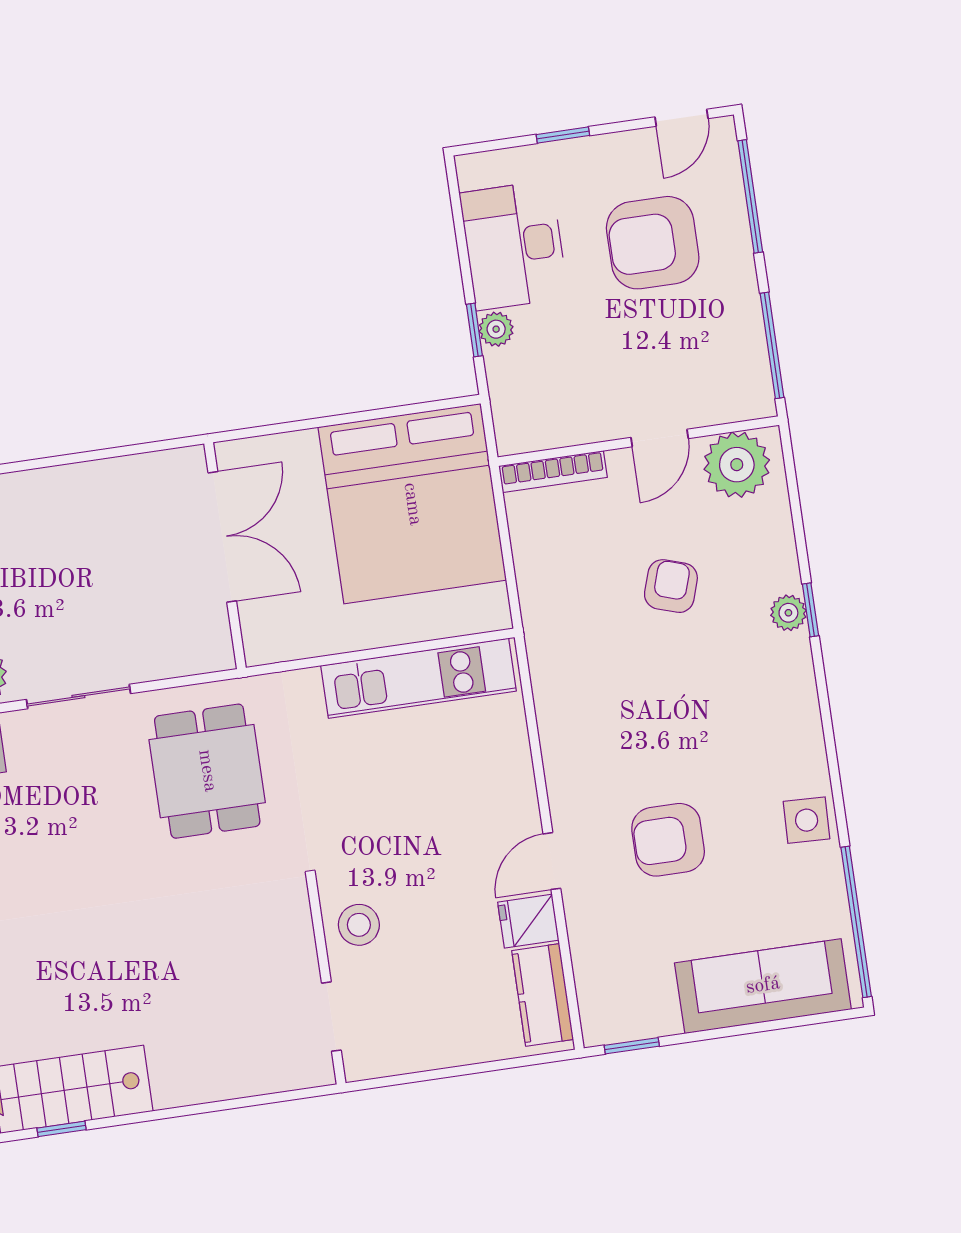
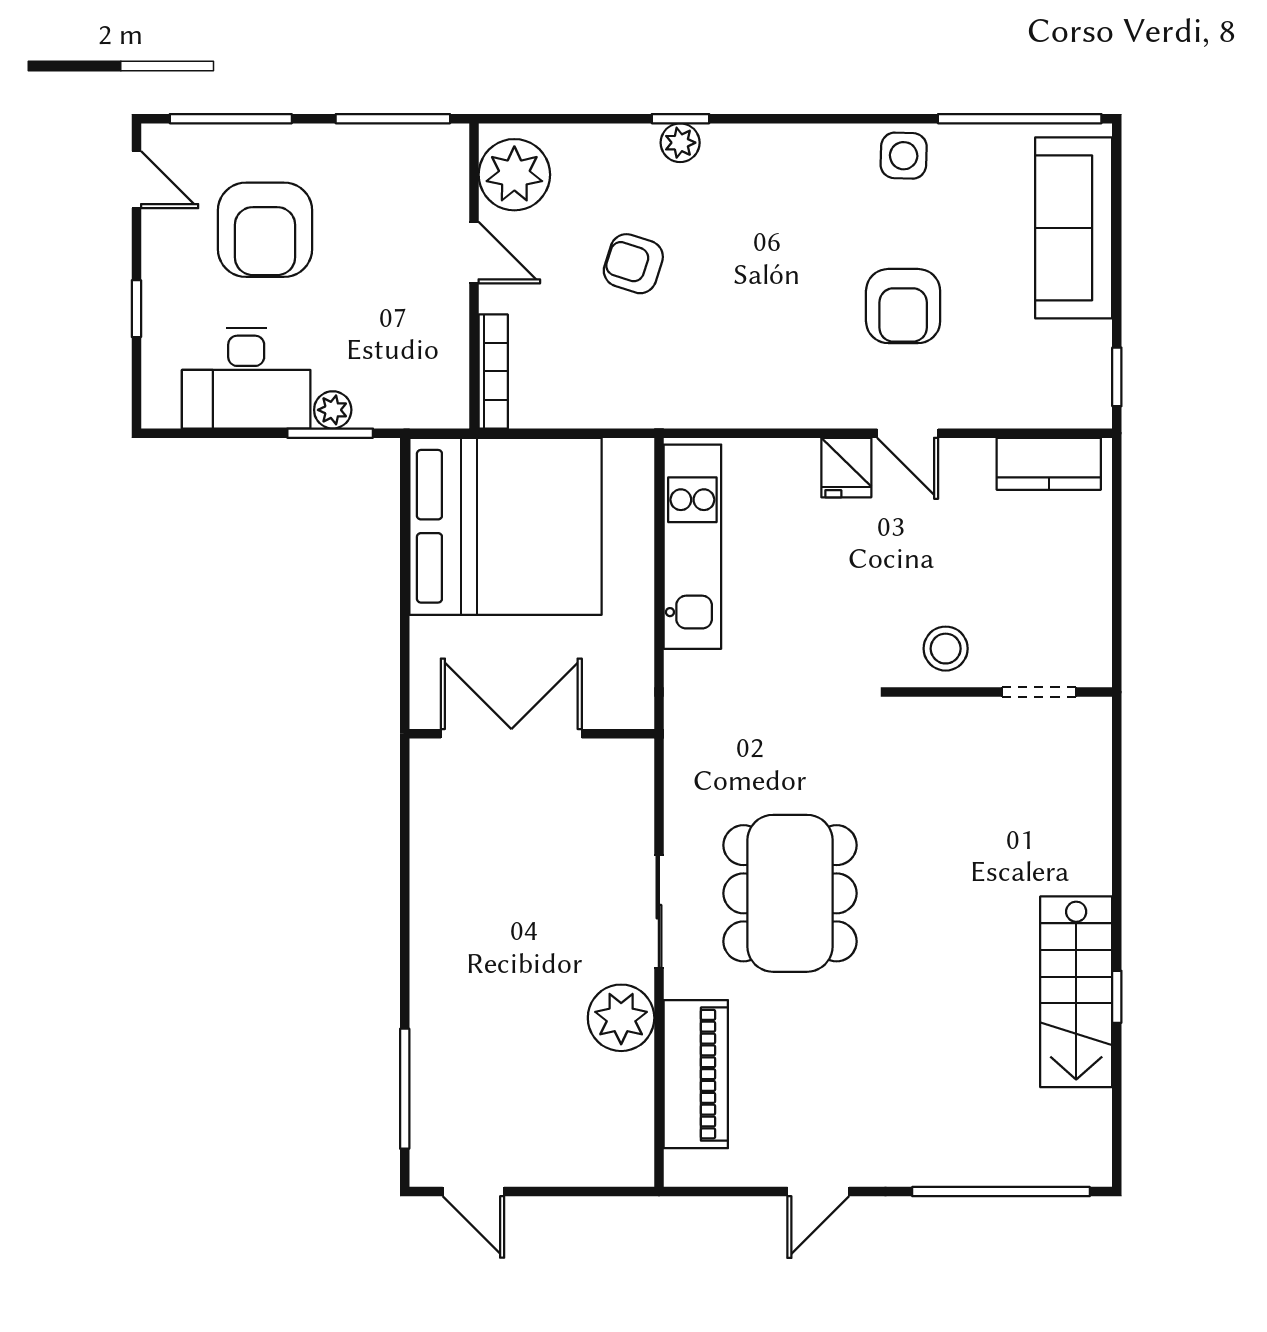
window: (474, 330) -> (330, 433), width x1.50
dining table: (207, 771) -> (790, 893), moved, width x1.38
fridge: (528, 921) -> (846, 468), moved

